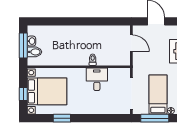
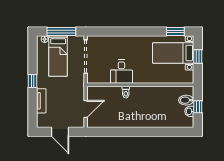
door: (131, 43) -> (86, 109), swing flipped
window: (23, 45) -> (198, 107), width x0.46
bed with nightstands: (47, 91) -> (173, 53), width x0.73
window: (62, 118) -> (175, 31), moved

